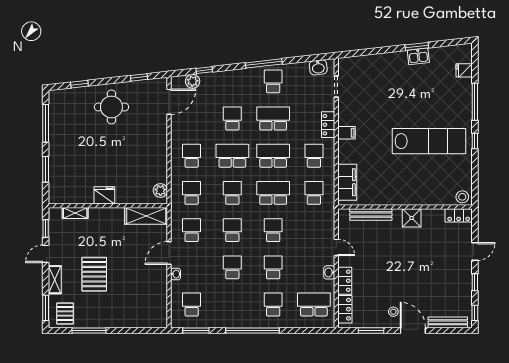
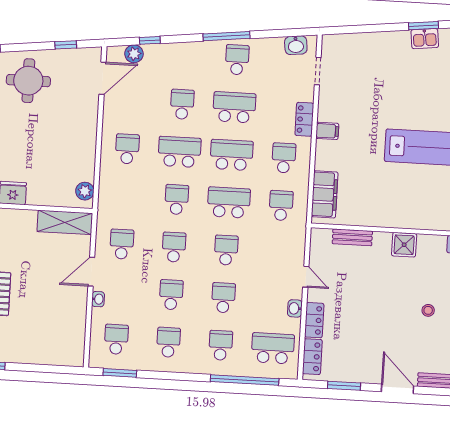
school desk: (192, 193) -> (168, 342), moved
bench: (371, 215) -> (352, 237), width x0.73
stool: (393, 312) -> (428, 310), moved
window: (253, 330) -> (245, 380), moved

